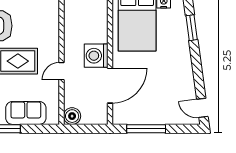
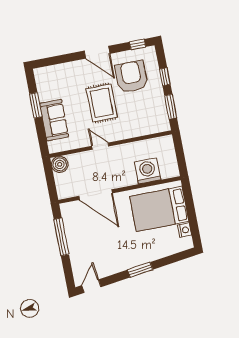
window: (192, 28) -> (140, 270), moved
washing machine: (96, 56) -> (148, 171), moved

